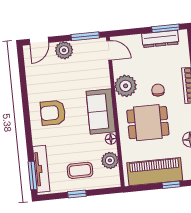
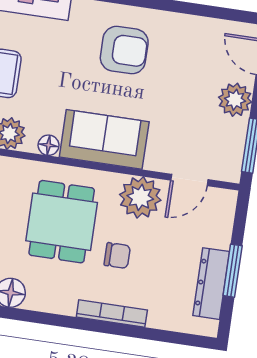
window: (166, 28) -> (233, 271), moved
door: (109, 50) -> (189, 180), moved
armchair: (53, 113) -> (124, 50), turned 90

